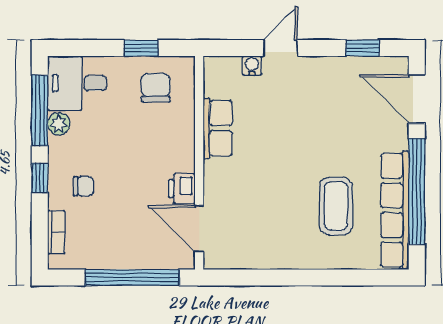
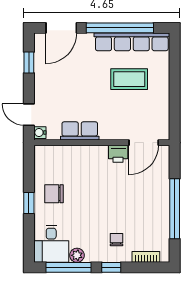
row of seats: (218, 128) -> (80, 131), moved
wall: (199, 163) -> (102, 143), moved
printer: (182, 189) -> (118, 154), moved
door: (199, 229) -> (144, 143), moved

